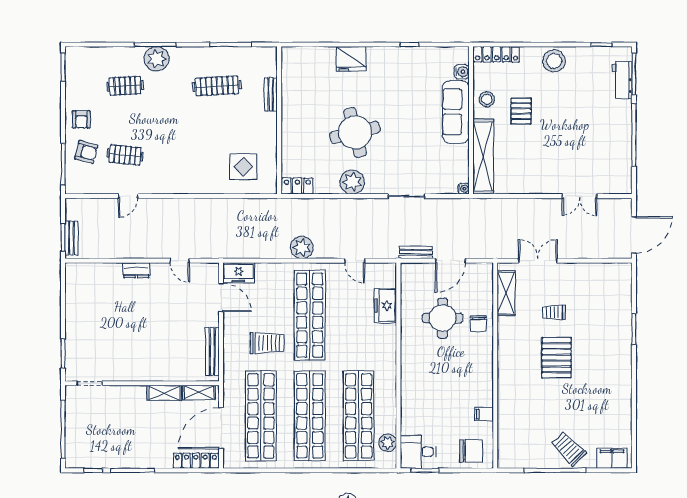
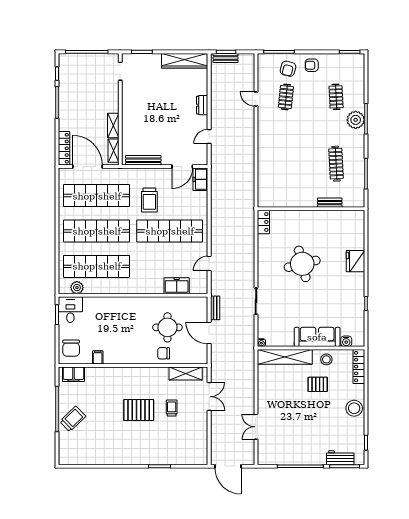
display table: (243, 167) -> (277, 183), removed
plant: (352, 182) -> (266, 262), removed
plant: (302, 247) -> (219, 225), removed
wardrobe: (75, 294) -> (185, 61), added
filing cabinet: (612, 458) -> (73, 374), moved, turned 90

